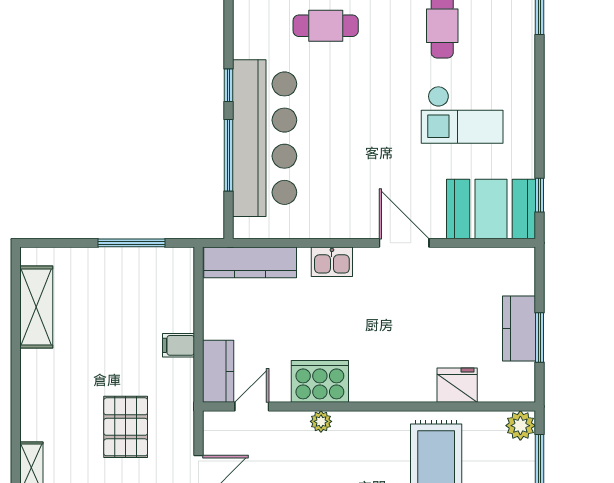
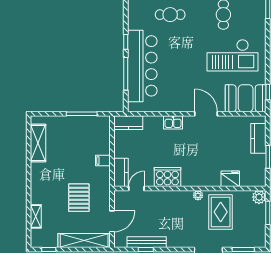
checkout: (462, 115) -> (232, 55), width x1.36, depth x1.21
kitchen counter: (250, 262) -> (129, 123), width x0.67
kitchen counter: (519, 328) -> (258, 138), moved
plant: (321, 421) -> (198, 195), moved

